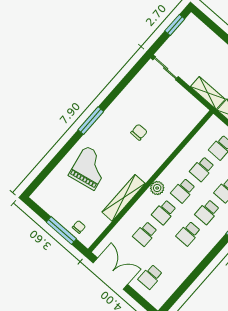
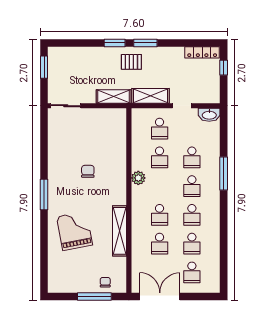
plant: (157, 188) -> (138, 178), moved
school desk: (183, 191) -> (192, 244), moved

